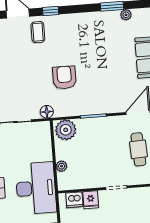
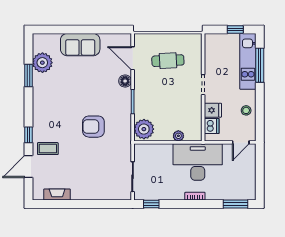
plant: (126, 15) -> (42, 63), width x1.88, depth x1.88
floor lamp: (47, 112) -> (125, 81), moved

